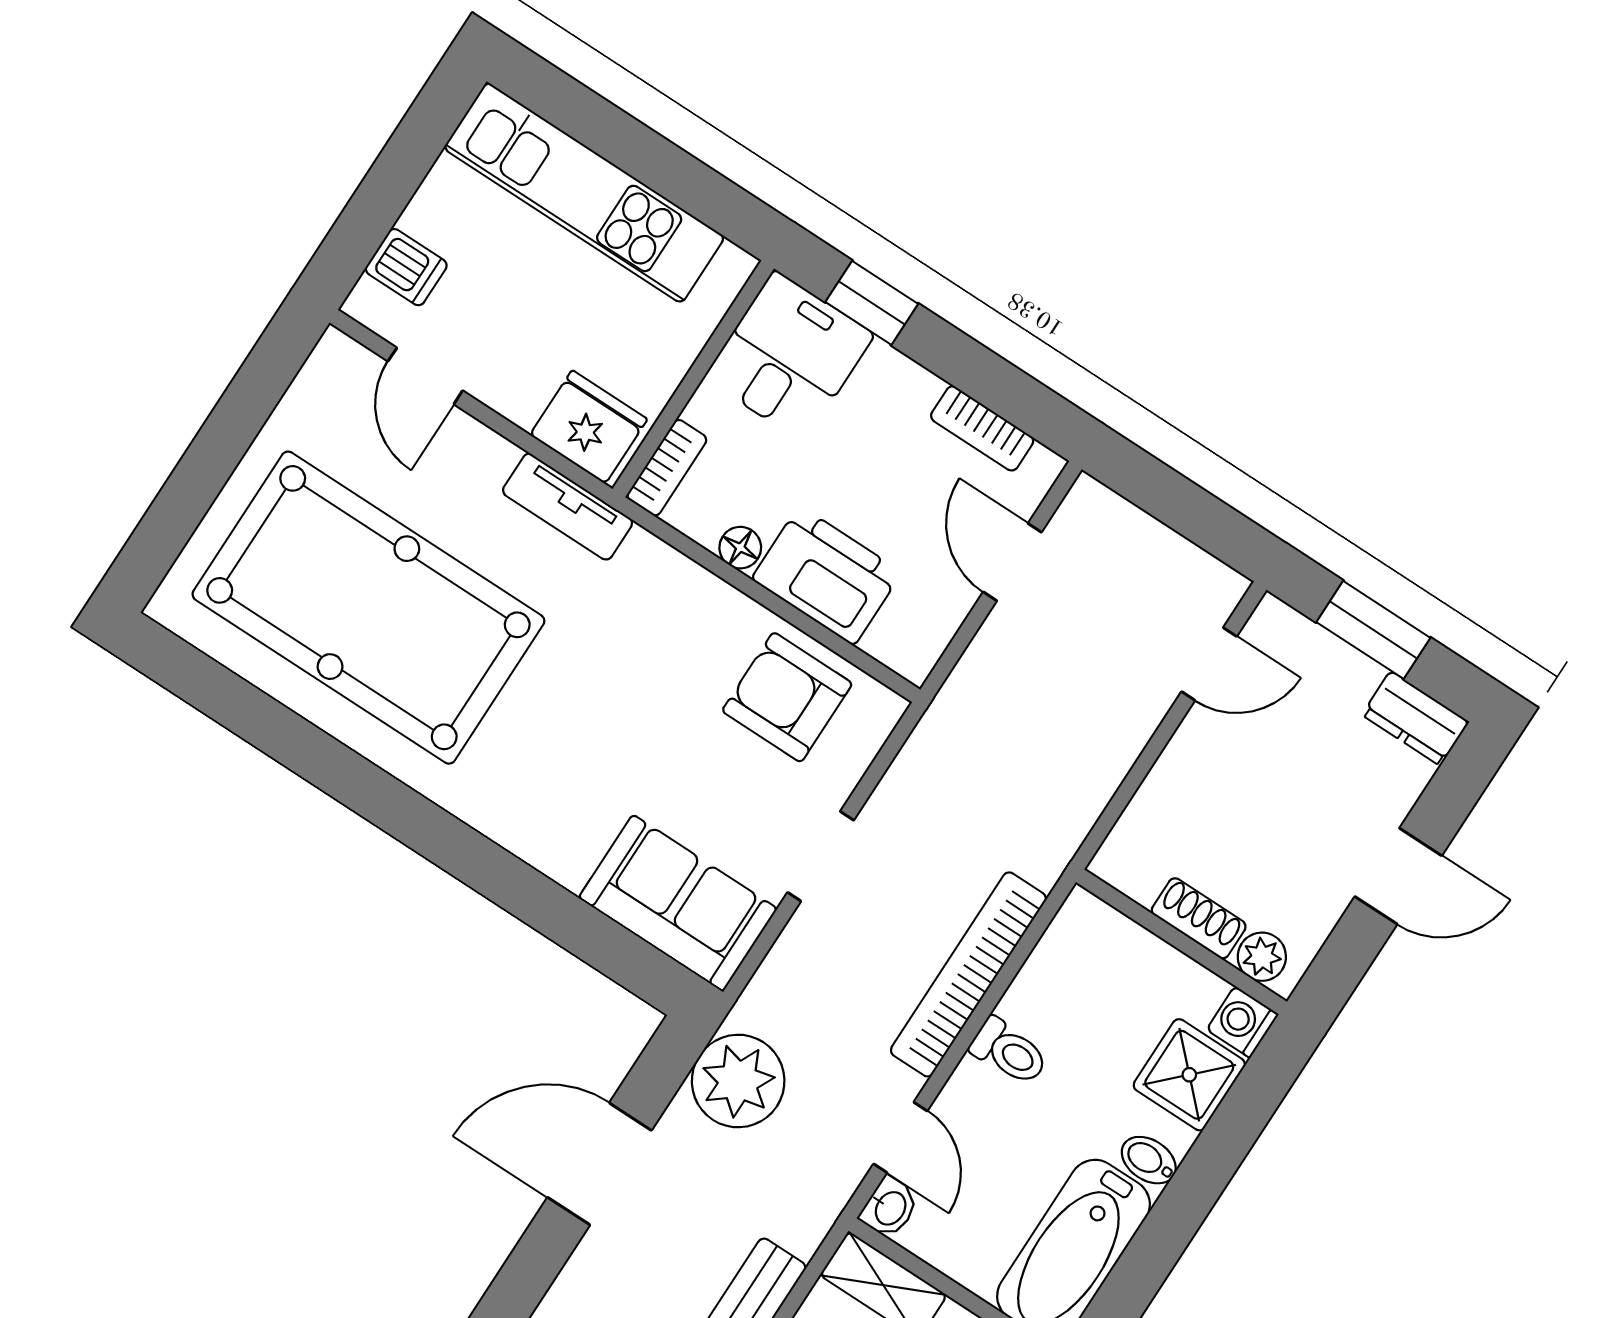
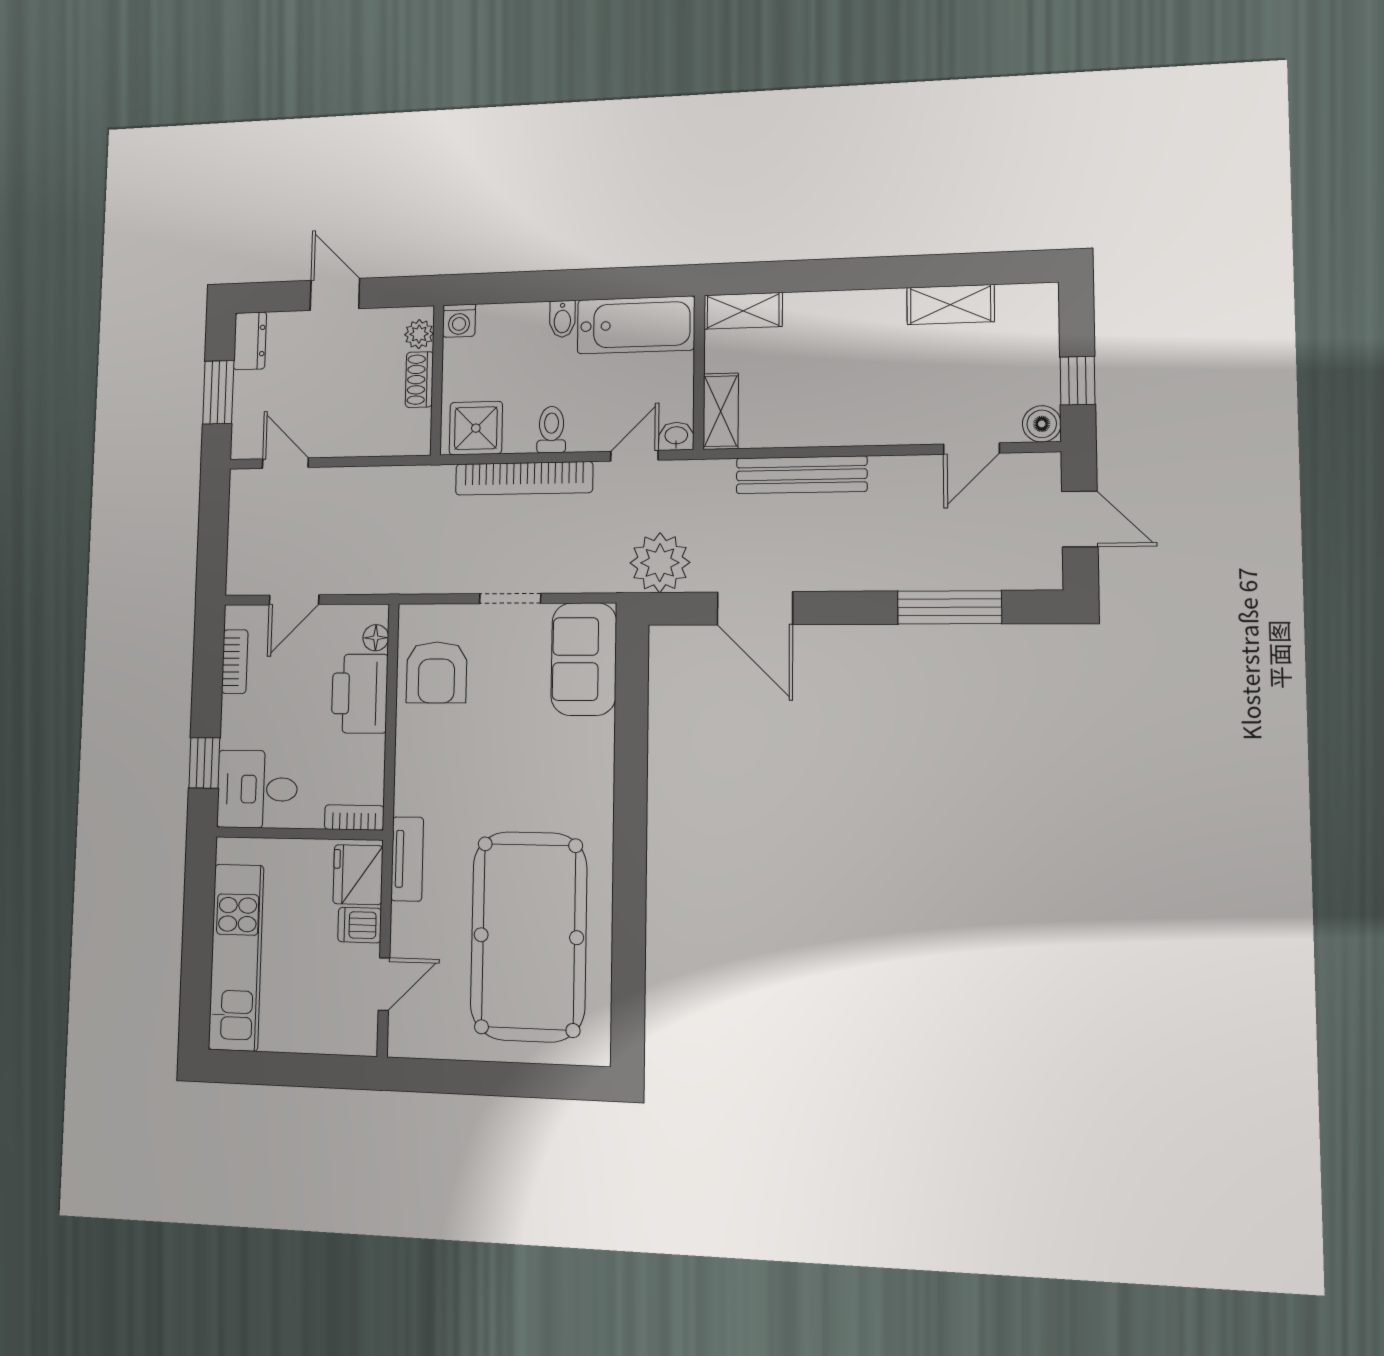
dishwasher: (406, 267) -> (360, 925), moved, turned -90
floor lamp: (740, 548) -> (376, 638), moved
shower: (1189, 1075) -> (476, 428), moved

